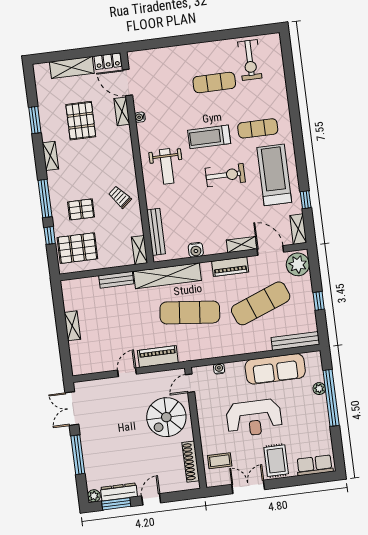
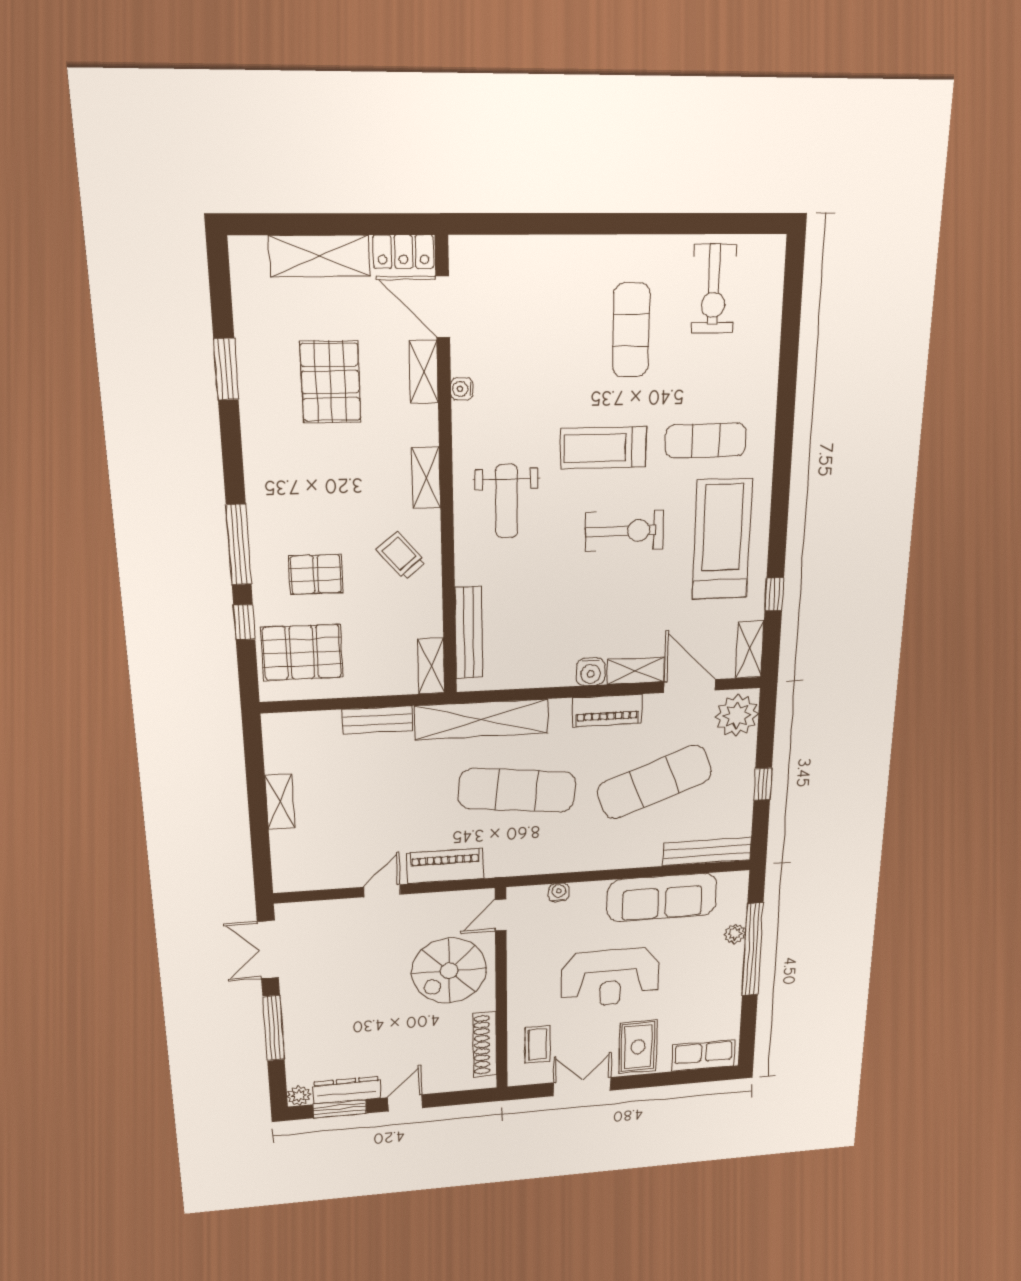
exercise mat: (214, 82) -> (631, 330), turned 90
shelving: (50, 156) -> (426, 478), moved
water cooler: (196, 250) -> (591, 672), moved
coffee table: (220, 461) -> (538, 1044), turned 90

